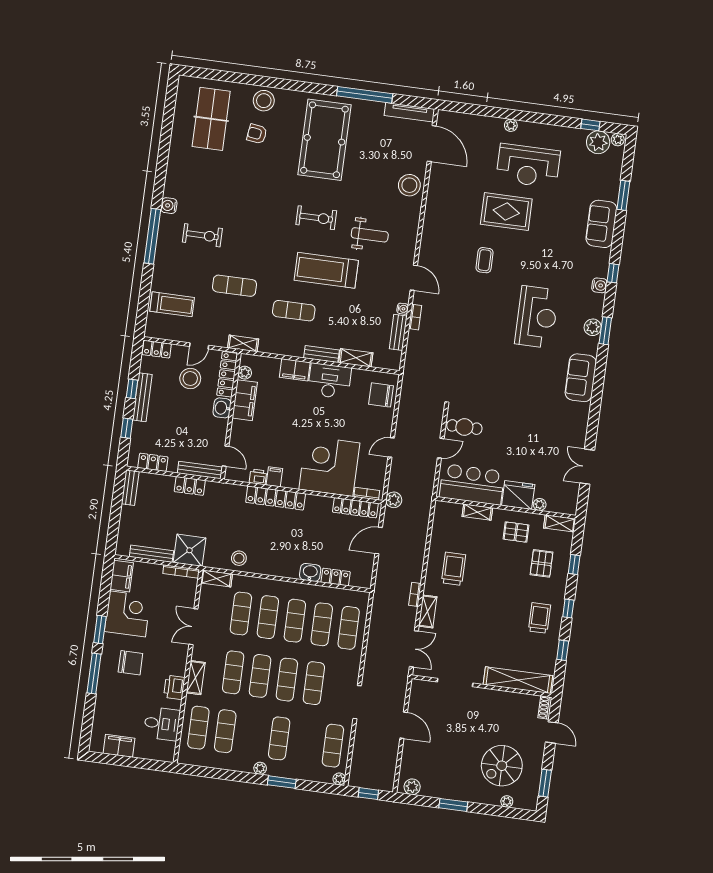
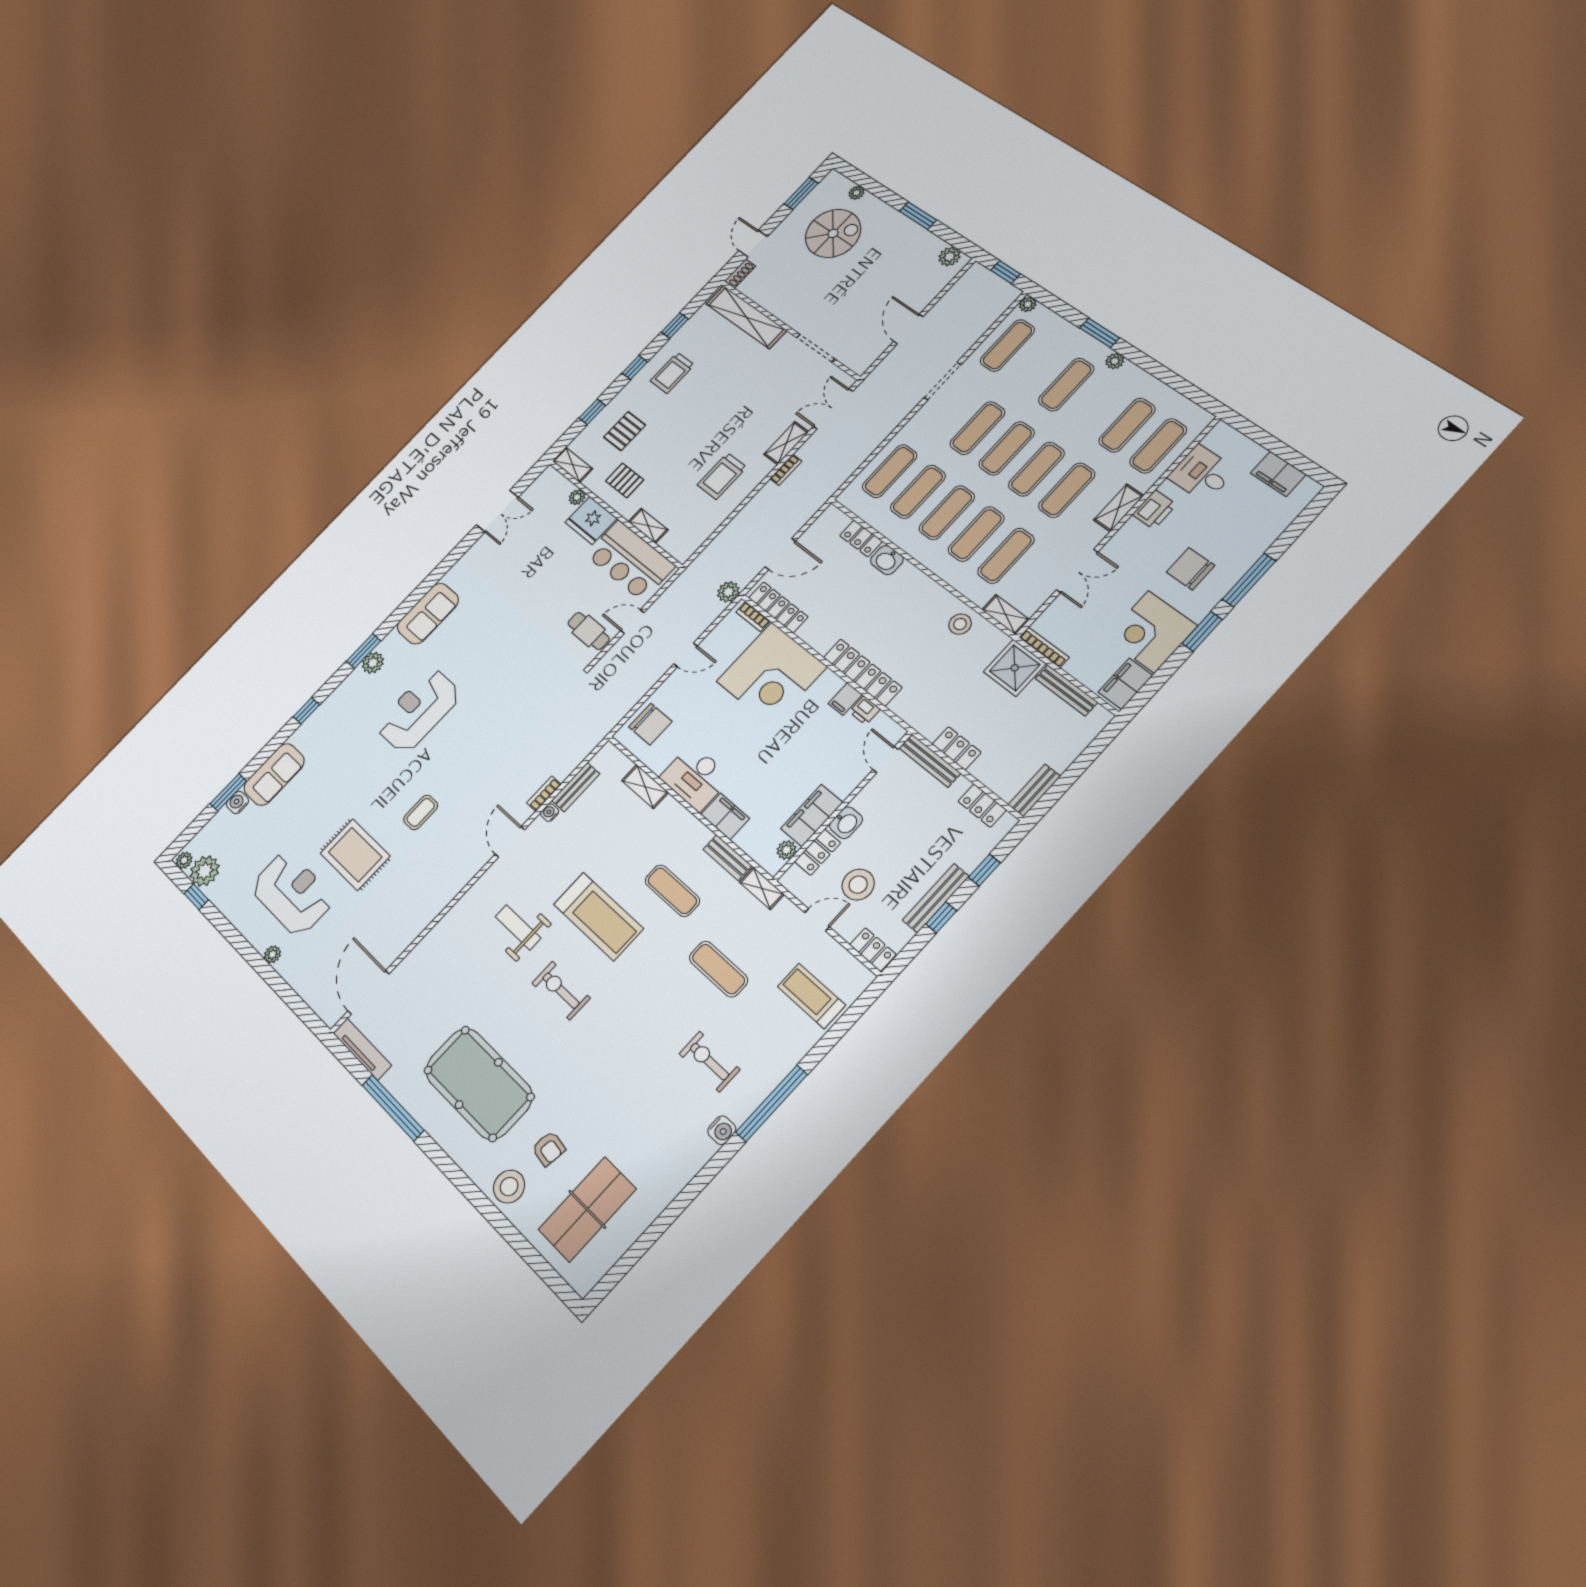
pool table: (324, 140) -> (479, 1083), turned 90
stool: (409, 185) -> (430, 958), removed
water cooler: (599, 285) -> (237, 803), moved
bench: (321, 354) -> (727, 858), moved
locker: (227, 374) -> (818, 852), width x0.66

